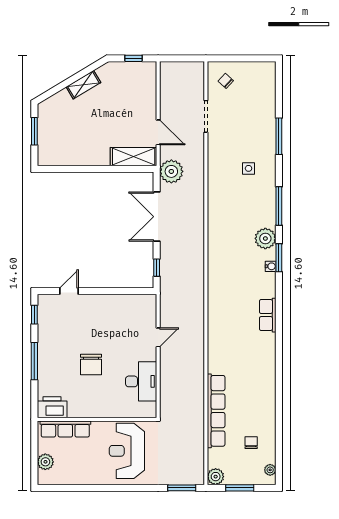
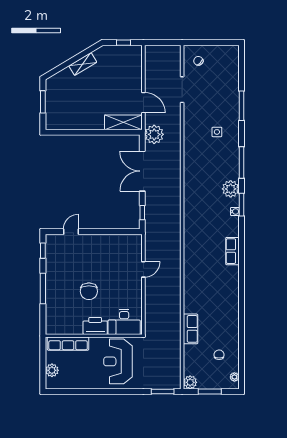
desk: (141, 381) -> (124, 322), moved, turned 90
printer: (52, 407) -> (95, 326), moved
row of seats: (216, 411) -> (191, 329), width x0.50

